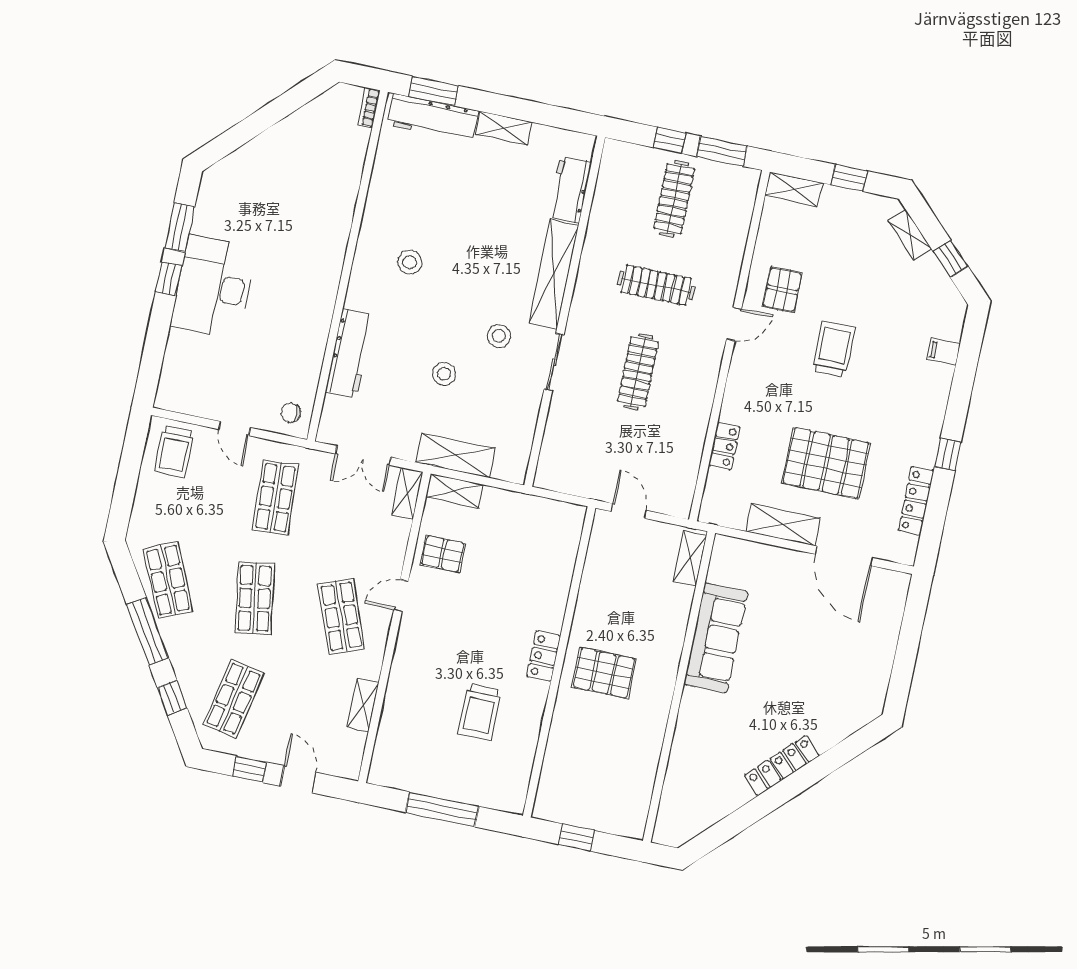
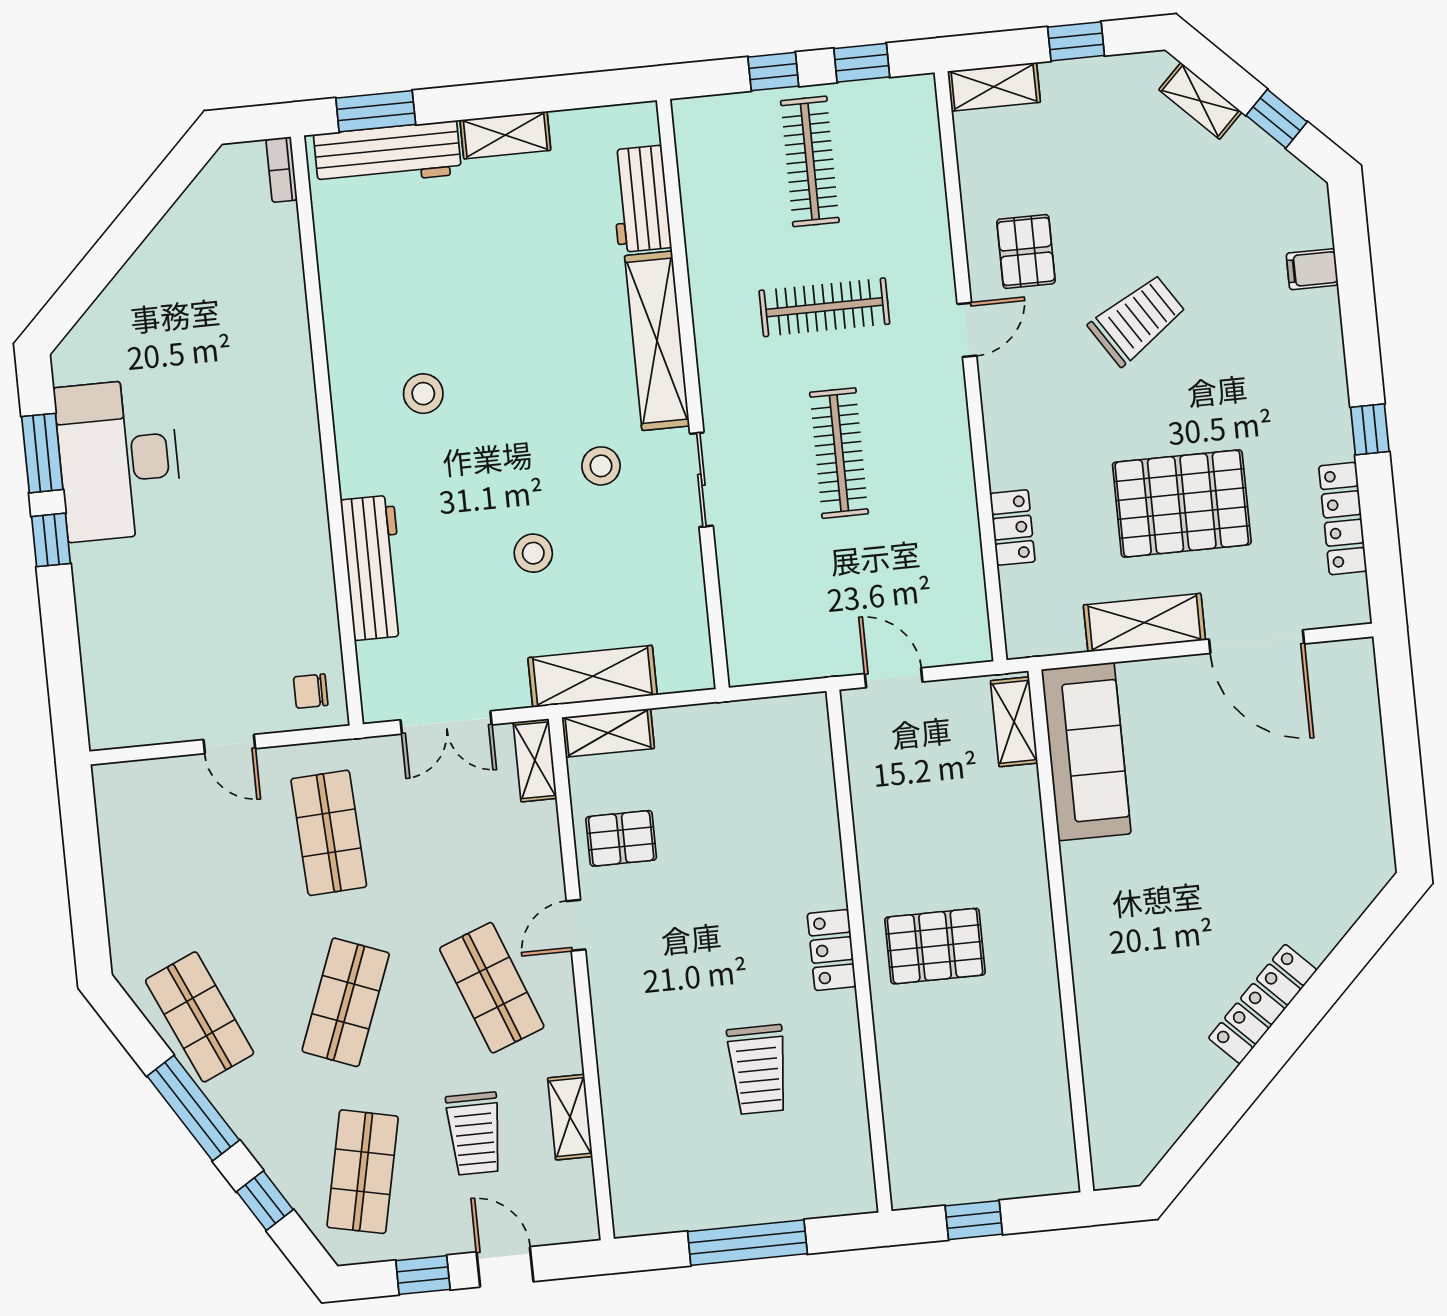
window: (722, 151) -> (862, 63), width x0.67
desk: (214, 287) -> (119, 460), moved
trolley: (834, 349) -> (1137, 320), turned 57
trolley: (174, 451) -> (474, 1134), moved
shop shelf: (255, 598) -> (346, 1002), turned 30
sofa: (716, 638) -> (1086, 752), moved

